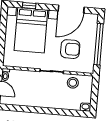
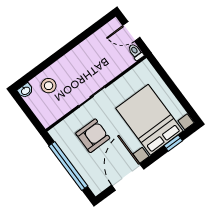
armchair: (70, 49) -> (93, 136), turned 180
stool: (73, 83) -> (49, 86), moved

